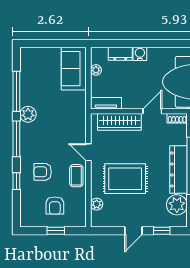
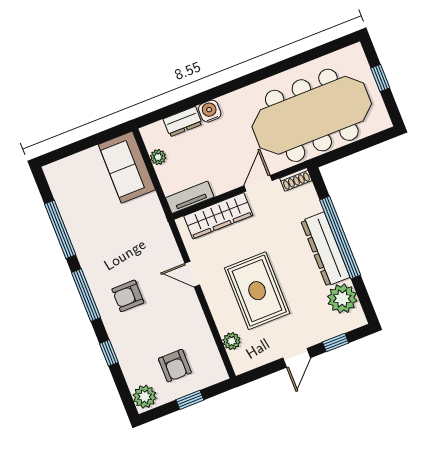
plant: (28, 114) -> (145, 397), moved
armchair: (43, 172) -> (128, 296), moved
coffee table: (76, 176) -> (188, 313), removed
rug: (125, 179) -> (257, 291), turned 90

